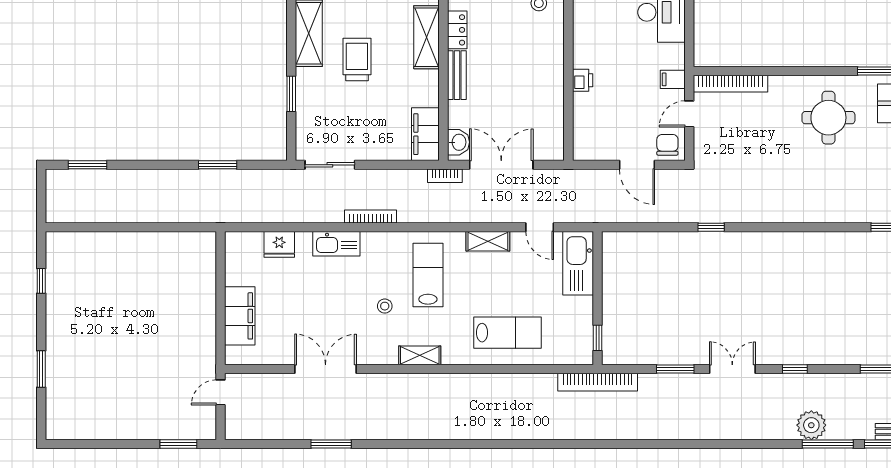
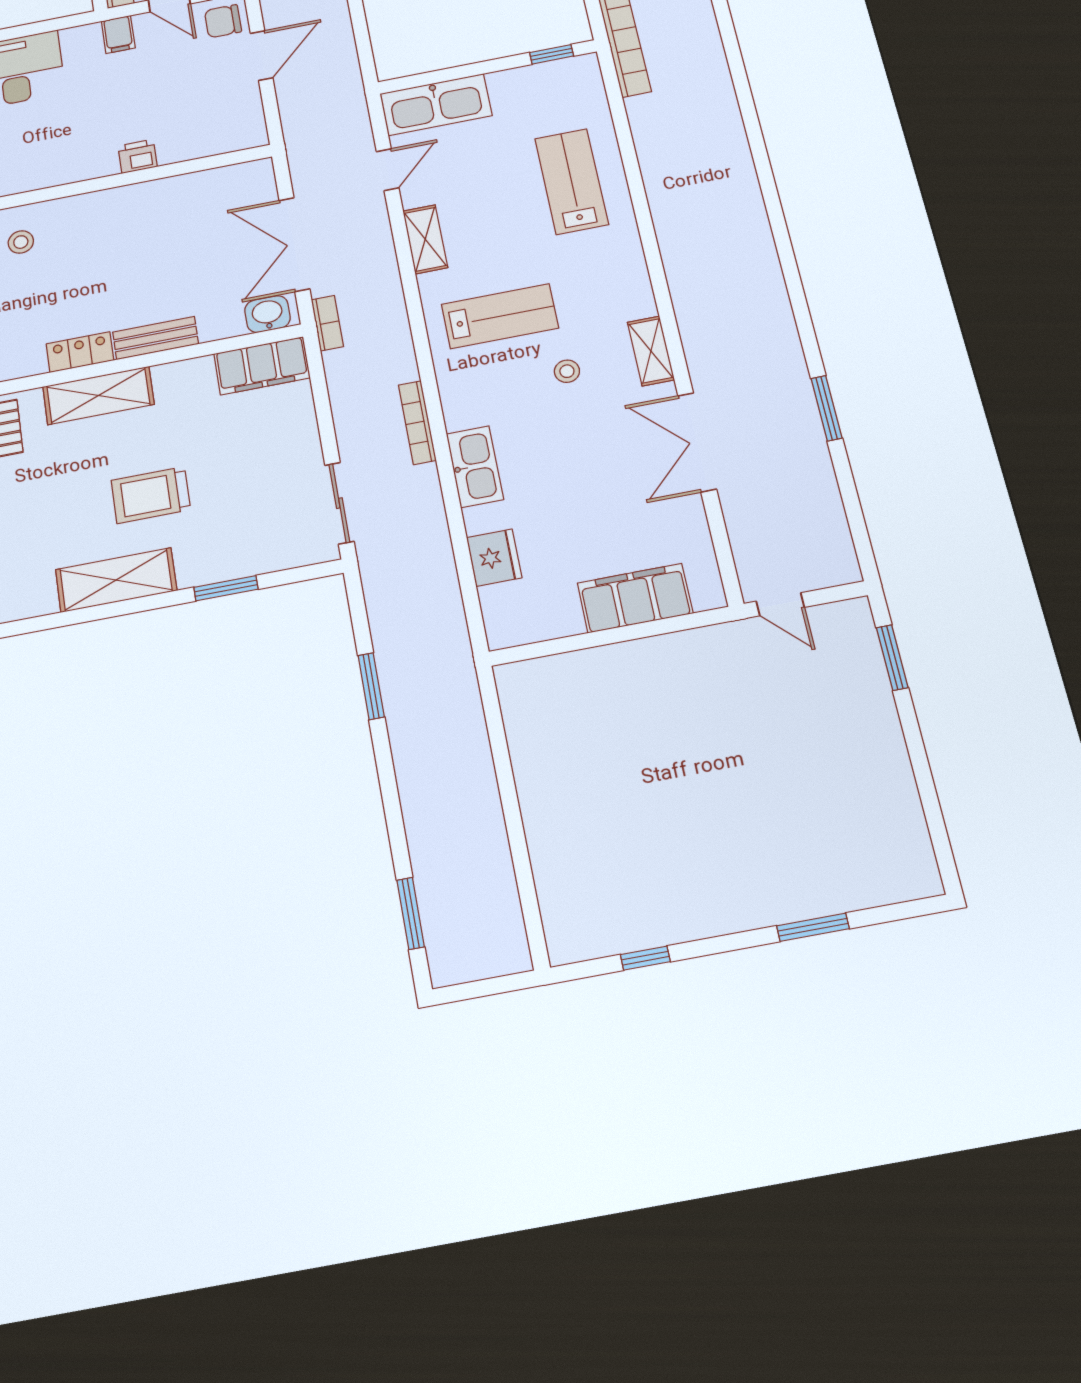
lab bench: (428, 275) -> (500, 316), turned 180
shelving: (420, 355) -> (651, 351), moved

